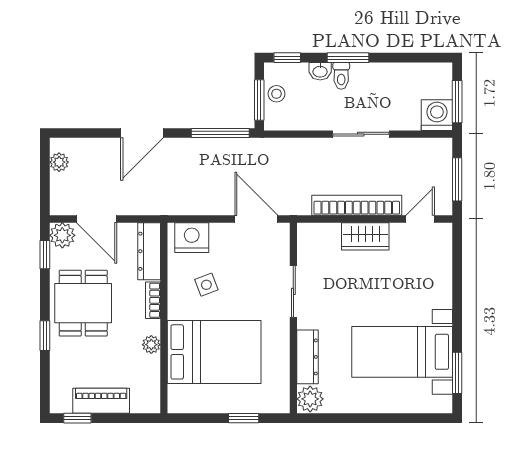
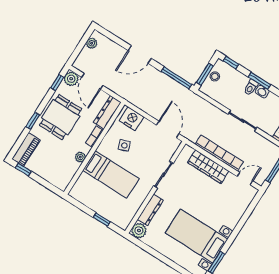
washbasin: (320, 71) -> (262, 92), moved
wardrobe: (365, 236) -> (208, 167), width x1.50
bed: (214, 352) -> (111, 175), width x0.67
piano: (101, 401) -> (26, 149), moved, turned 90

